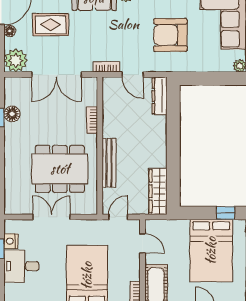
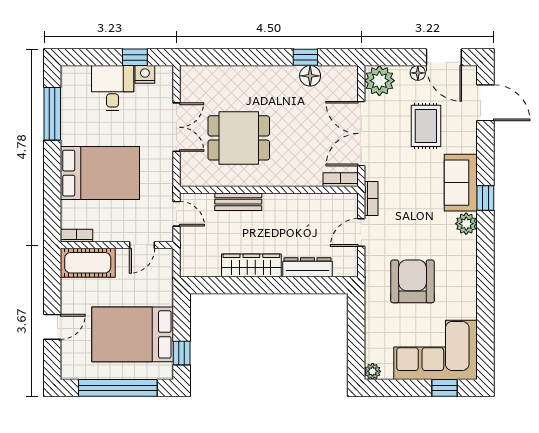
dresser: (159, 96) -> (308, 267), moved
bookcase: (92, 120) -> (341, 180), moved
bench: (109, 163) -> (238, 202), width x0.73
dining table: (60, 169) -> (239, 138), width x0.73
wardrobe: (158, 191) -> (251, 265), moved

